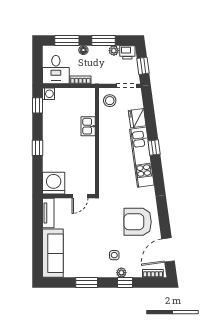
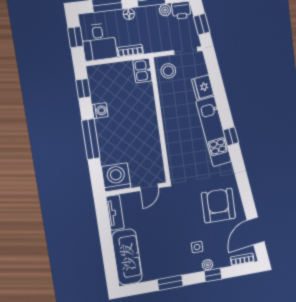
window: (37, 63) -> (75, 37), added
washing machine: (48, 94) -> (100, 111), moved
kitchen sink: (88, 126) -> (142, 71), moved
window: (154, 147) -> (231, 136), moved
window: (37, 148) -> (91, 139), width x2.17
armchair: (138, 222) -> (218, 206), turned 90

